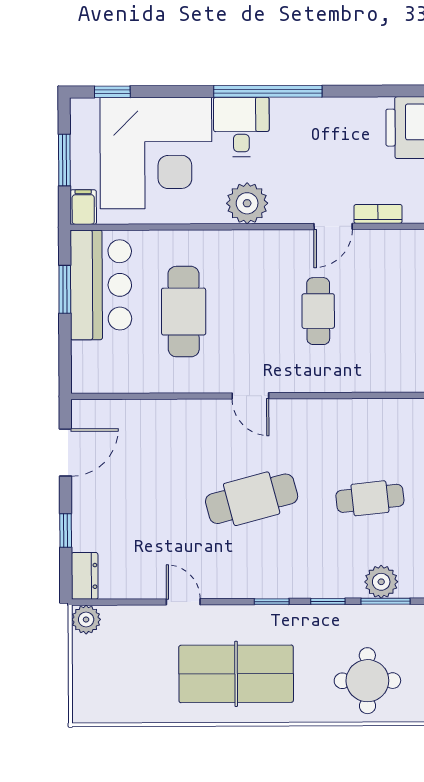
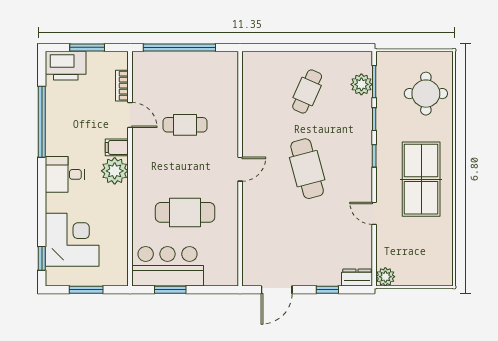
window: (268, 91) -> (42, 122), moved
corner desk: (156, 153) -> (72, 240), width x0.74, depth x0.74
filing cabinet: (83, 207) -> (117, 147), moved
door: (65, 452) -> (277, 290), swing flipped
cafe table: (370, 498) -> (307, 92), turned 30
door: (183, 602) -> (374, 213), hinge flipped

